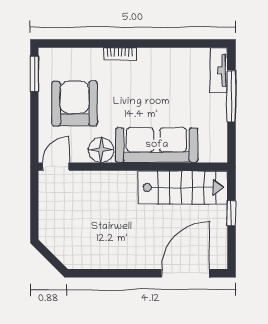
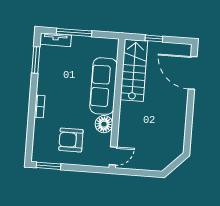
window: (187, 43) -> (36, 60), added
armchair: (75, 103) -> (71, 140), width x0.73, depth x0.73
door: (56, 167) -> (113, 156), swing flipped

